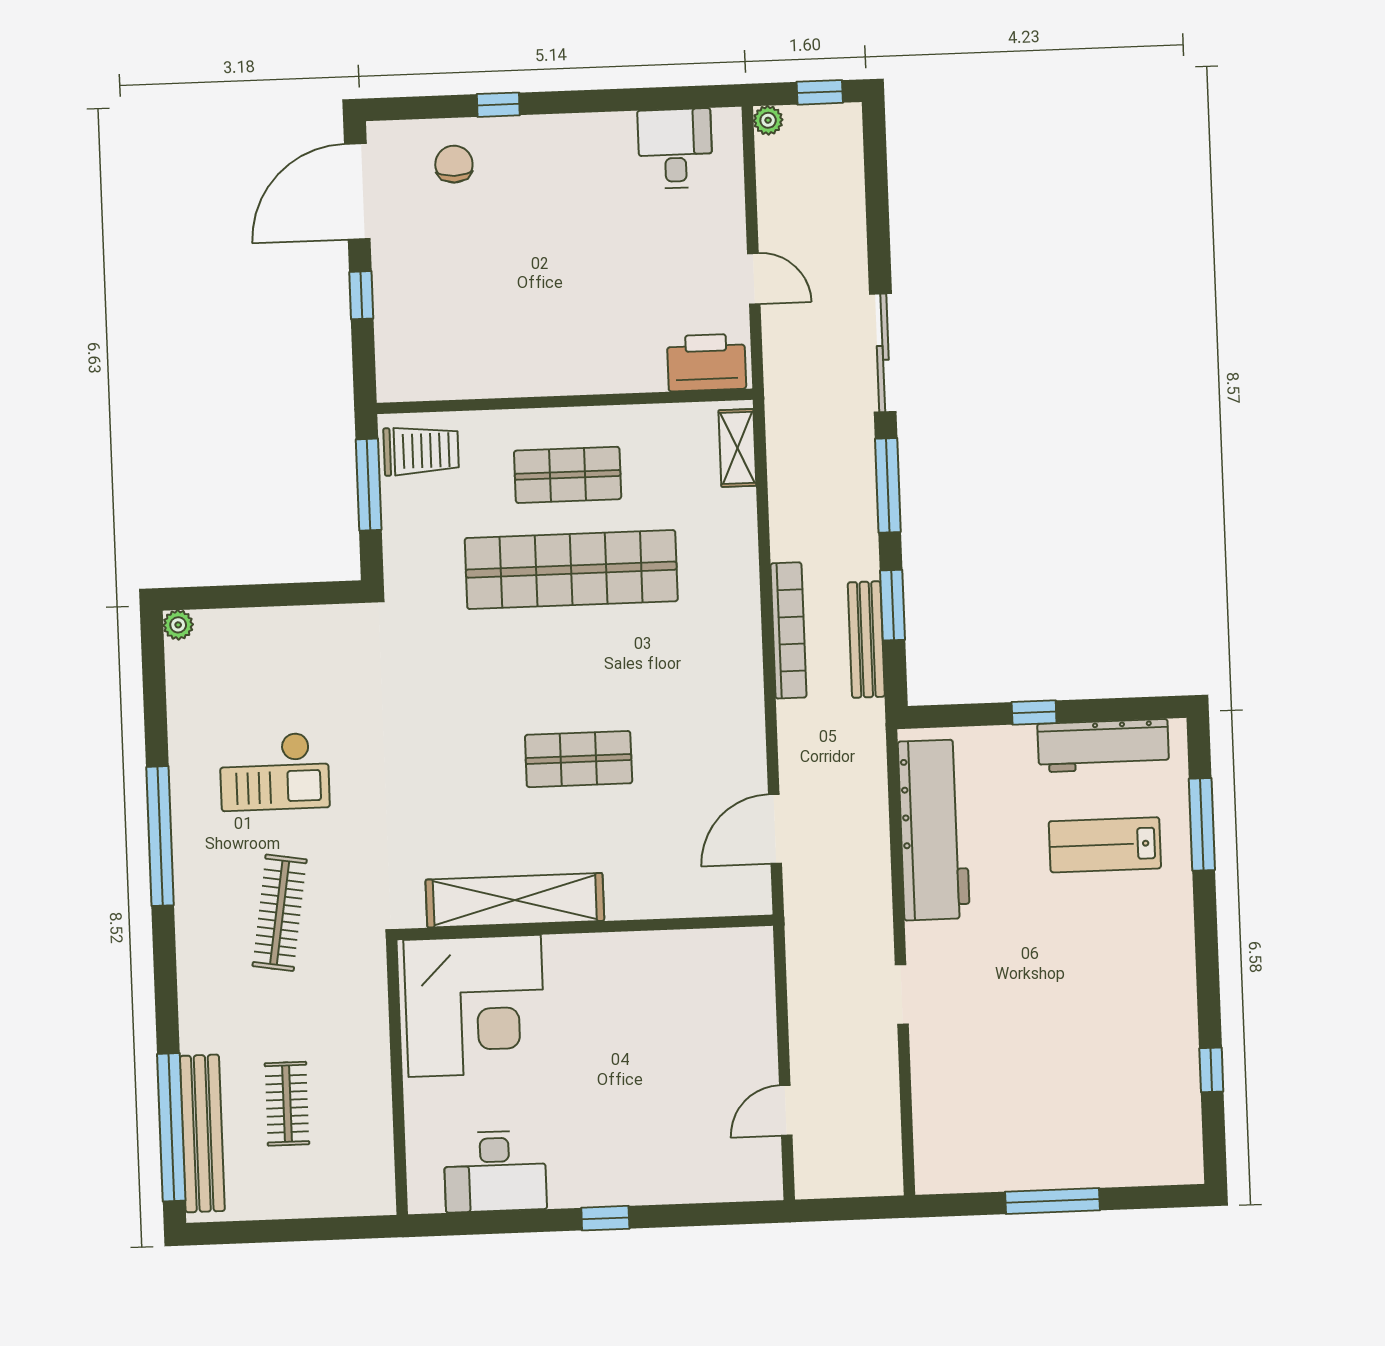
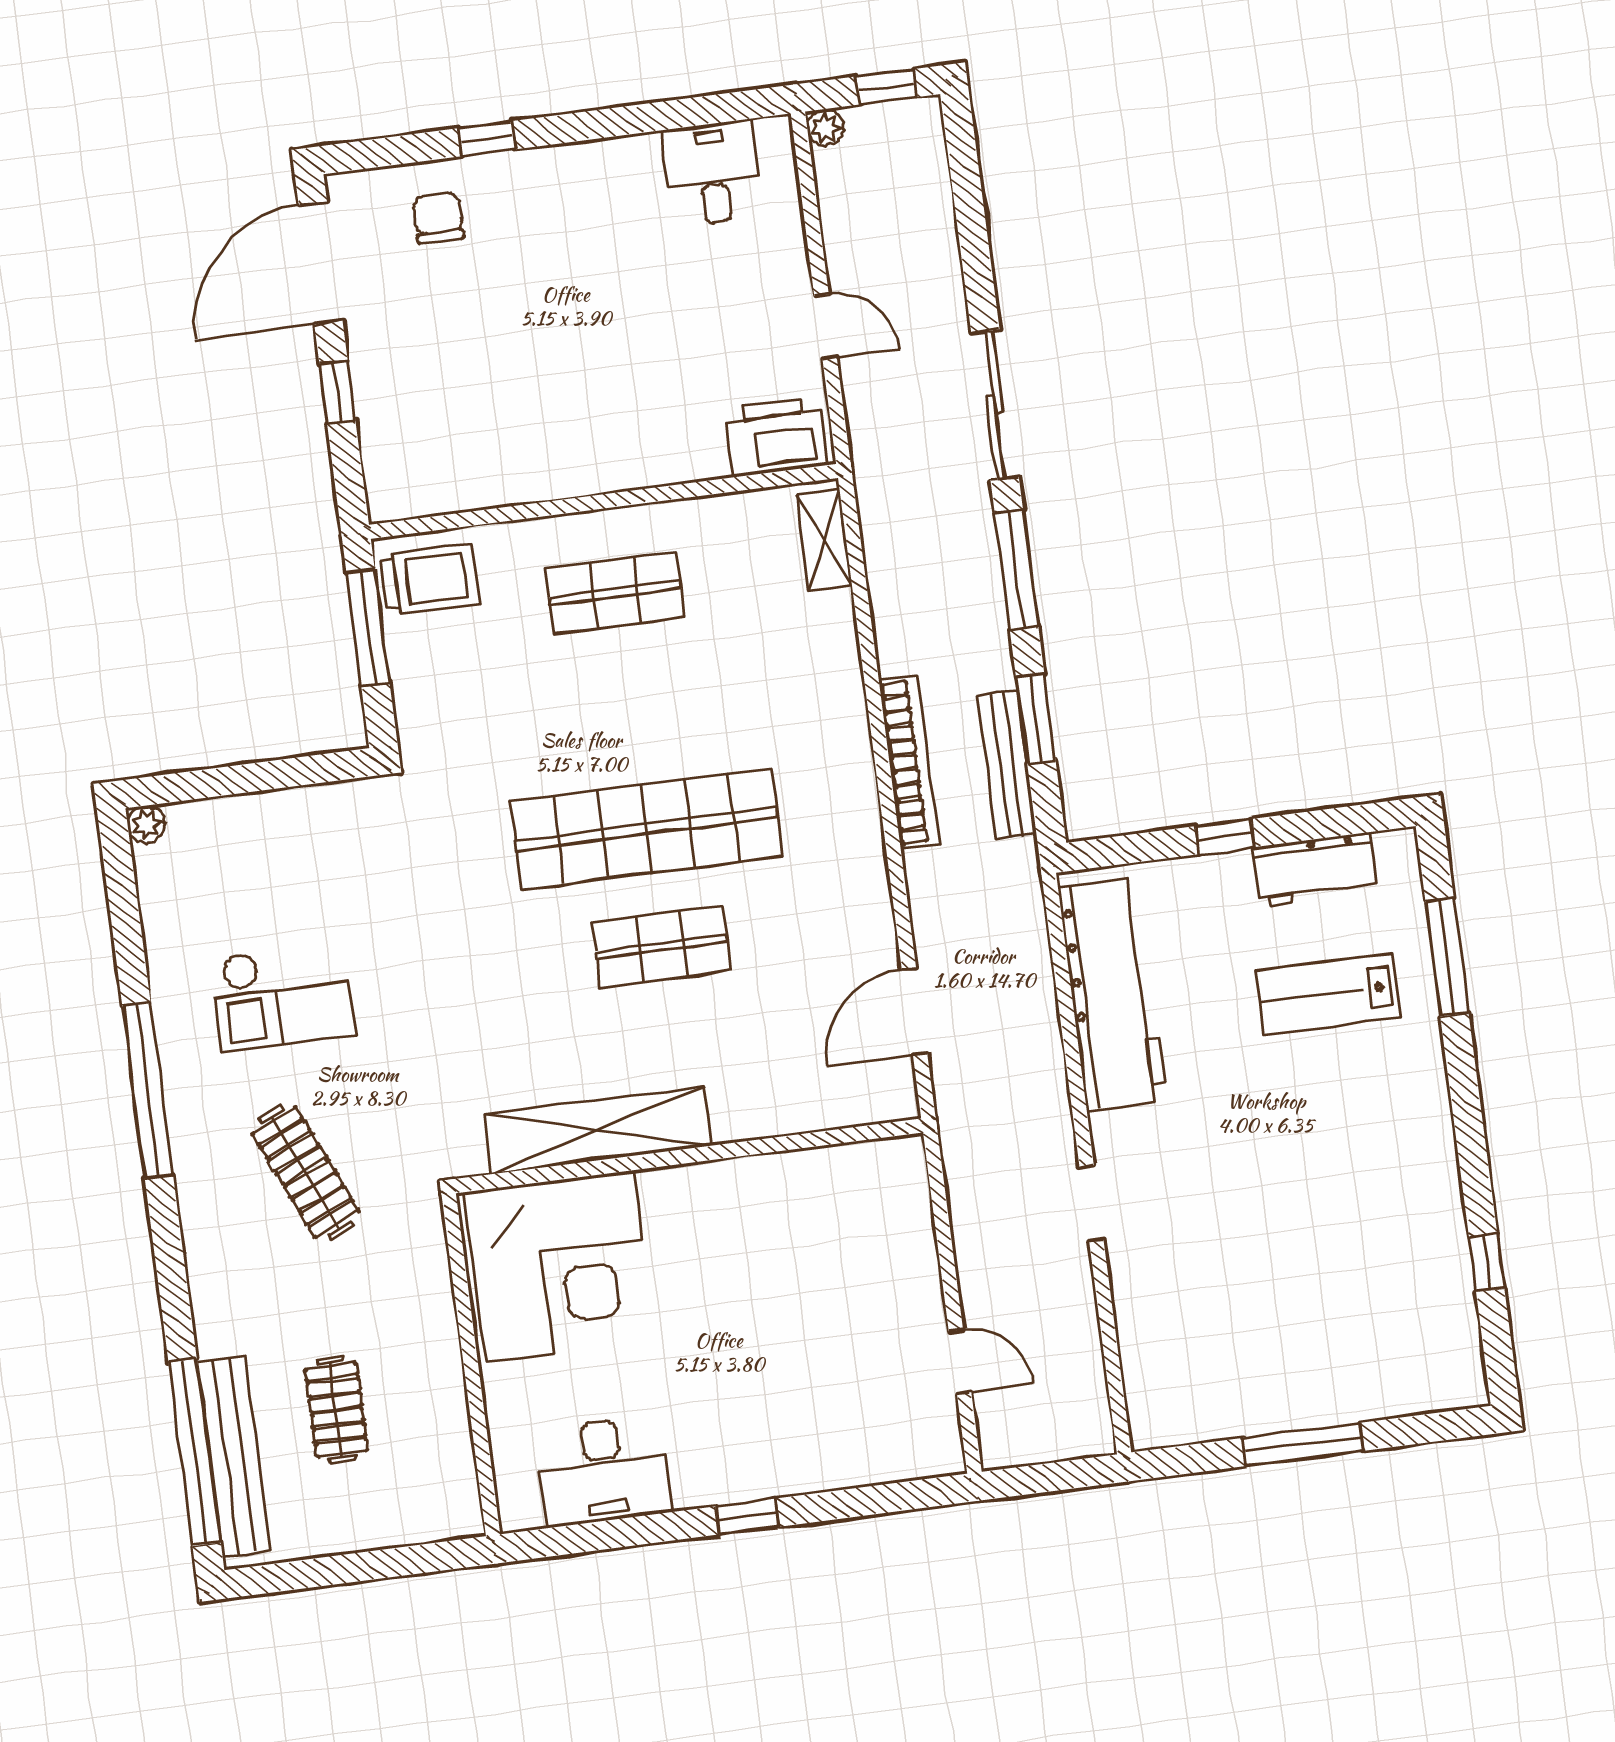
shop shelf: (571, 570) -> (646, 829), moved
workbench: (1103, 746) -> (1315, 870), width x0.73
clothes rail: (280, 913) -> (306, 1172), turned -33
door: (786, 1110) -> (960, 1362), swing flipped

